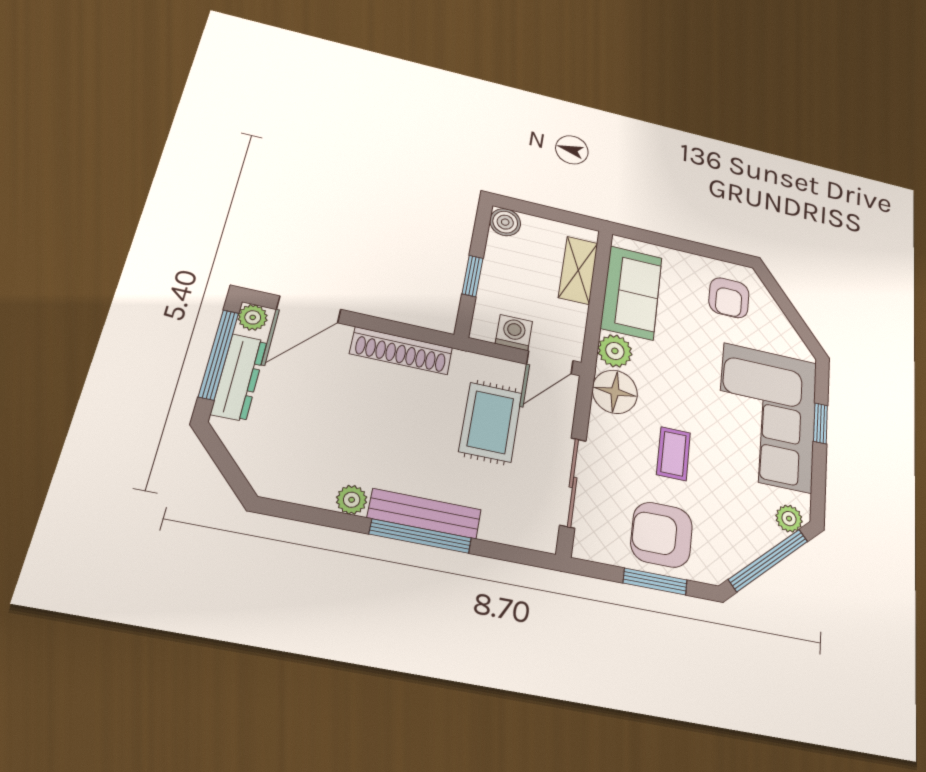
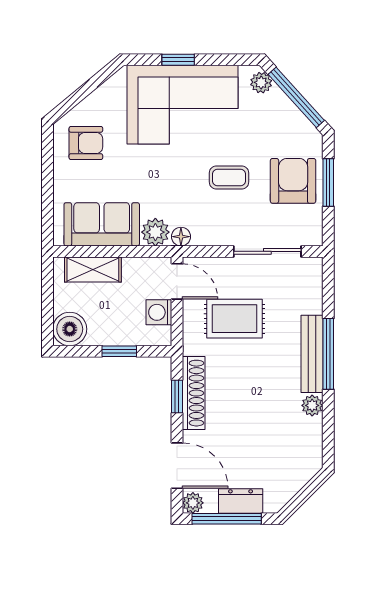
boiler: (505, 222) -> (70, 329), width x1.36, depth x1.36
window: (401, 330) -> (177, 396), added
dresser: (239, 377) -> (241, 501), width x0.70
floor lamp: (615, 392) -> (181, 237), width x0.53, depth x0.53
armchair: (662, 535) -> (293, 181), turned 180

